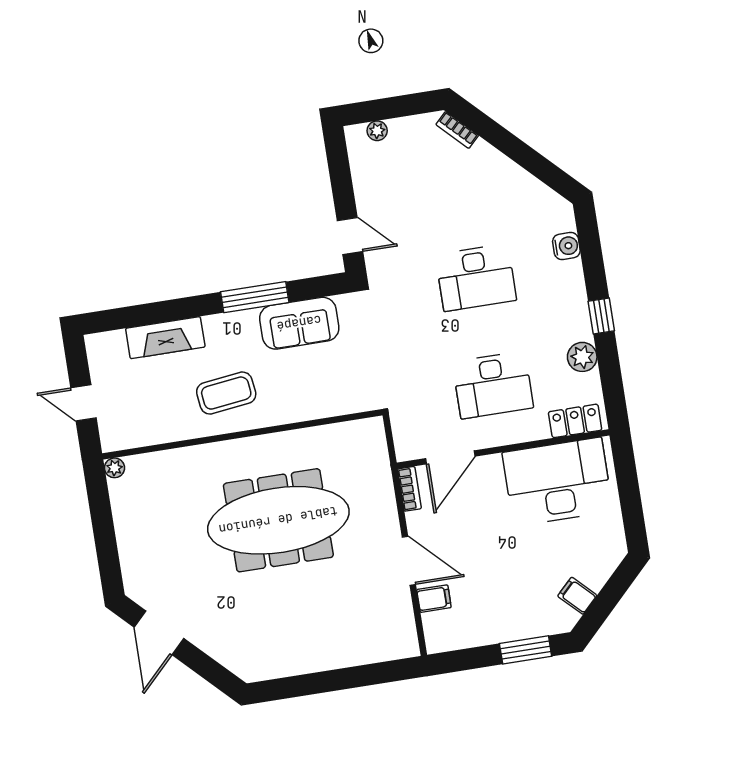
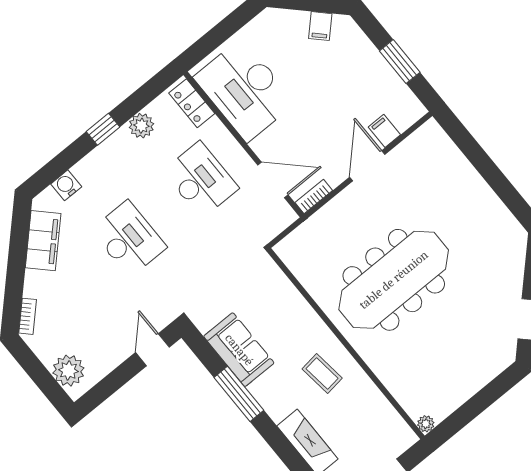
plant: (377, 131) -> (68, 371), width x1.88, depth x1.88
filing cabinet: (524, 190) -> (43, 241), added
coffee table: (226, 393) -> (322, 373), width x0.73, depth x0.77
meeting table: (278, 520) -> (394, 280), turned 90
window: (526, 650) -> (400, 62), moved

